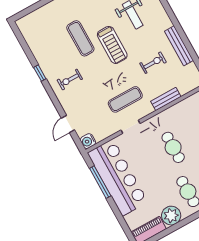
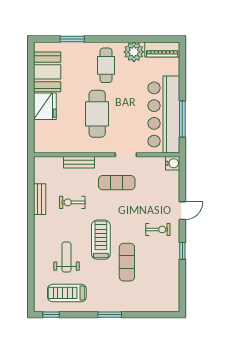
bench: (179, 46) -> (40, 199), width x0.73
door: (68, 124) -> (182, 211), moved
cafe table: (173, 147) -> (97, 114), width x1.37, depth x1.35

